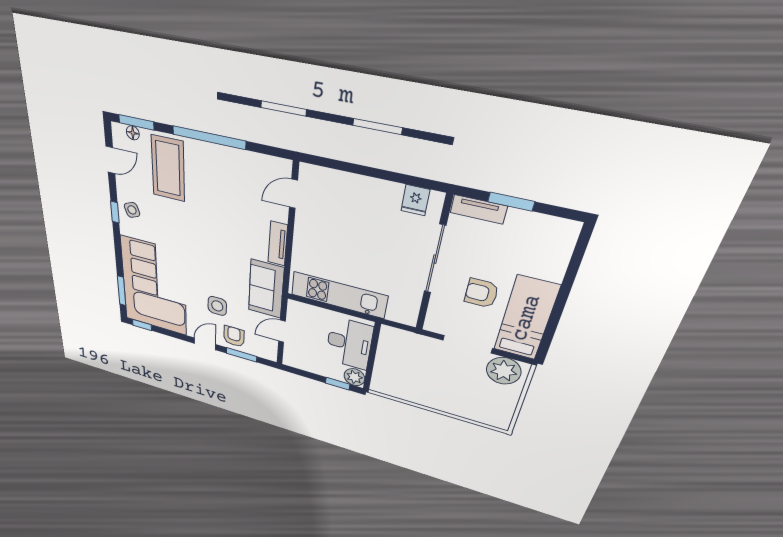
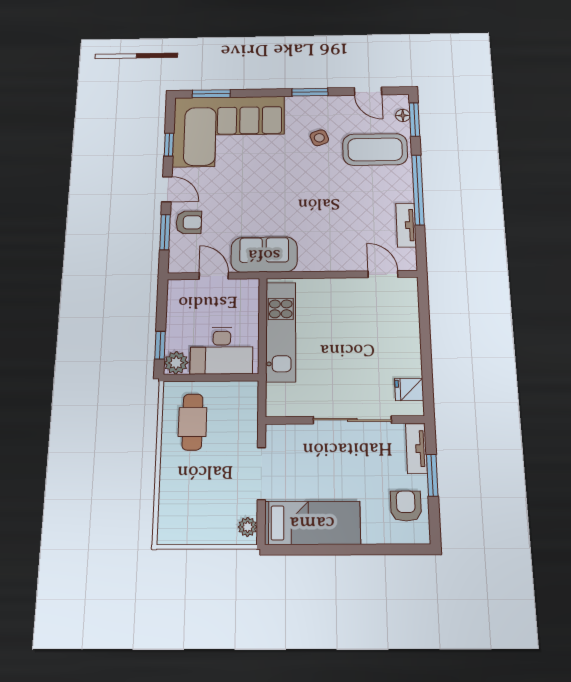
side table: (132, 210) -> (319, 138), moved
window: (115, 212) -> (310, 92), width x1.50
tv unit: (278, 244) -> (406, 225), moved, turned -90
armchair: (481, 293) -> (406, 506), moved
side table: (217, 306) -> (225, 202), removed
window: (142, 325) -> (169, 145), moved
plant: (504, 371) -> (248, 527), width x0.53, depth x0.53
cafe table: (408, 380) -> (192, 422), added

